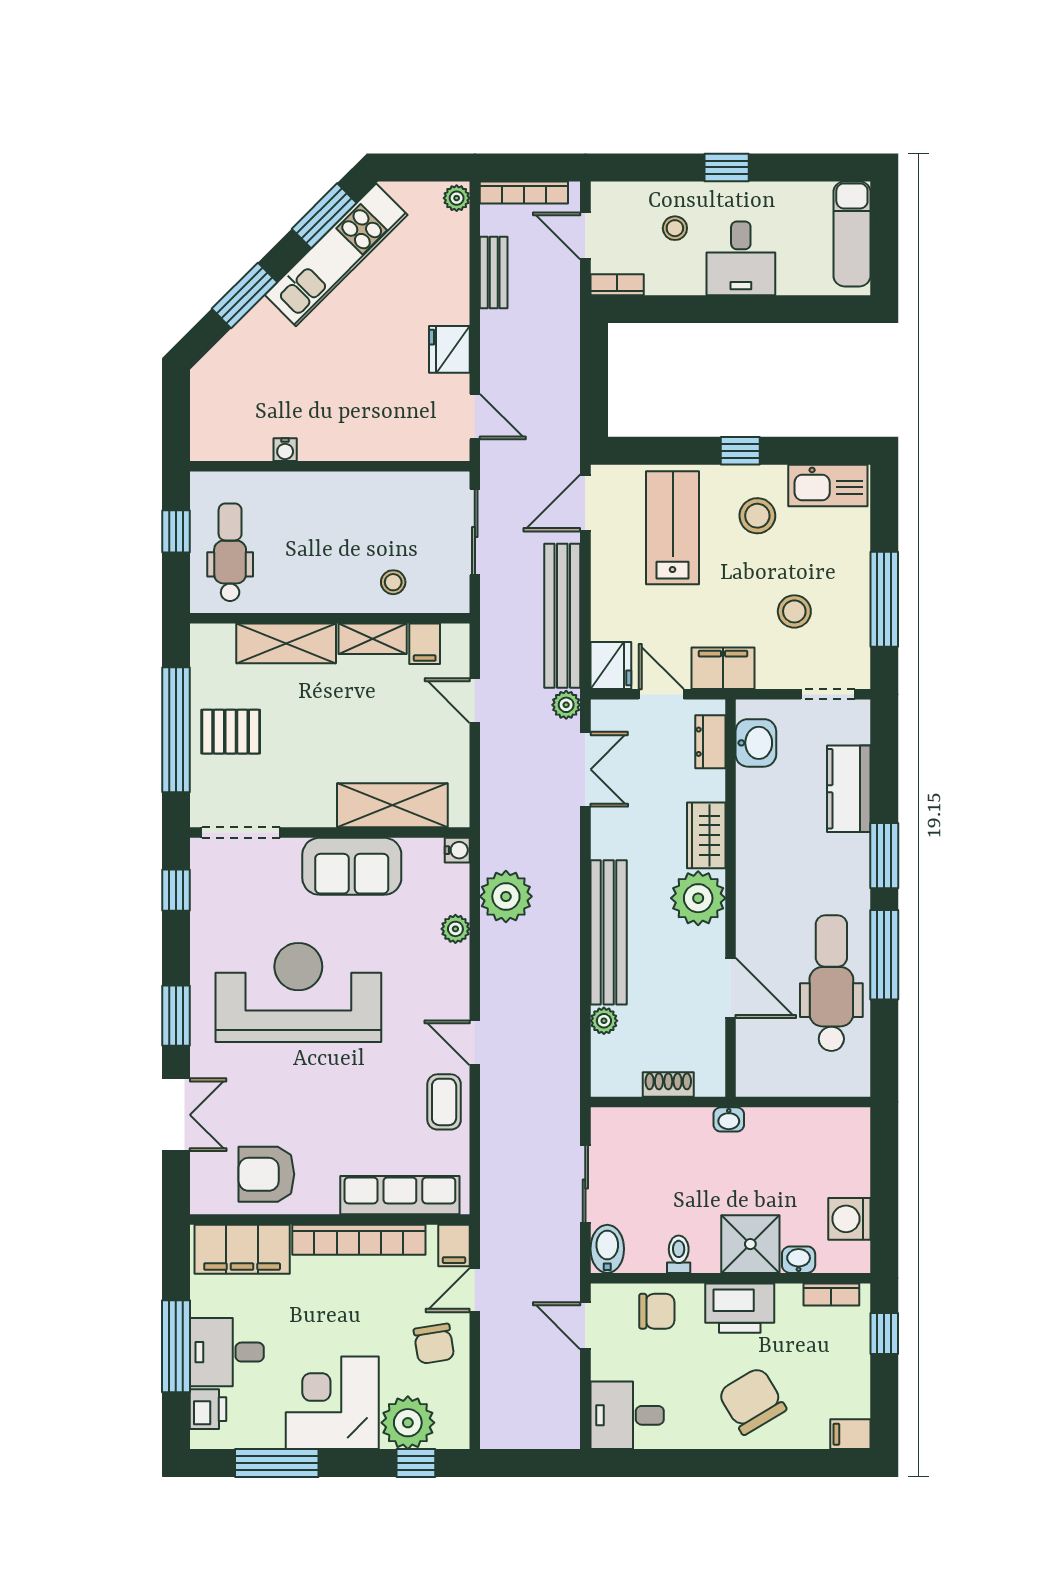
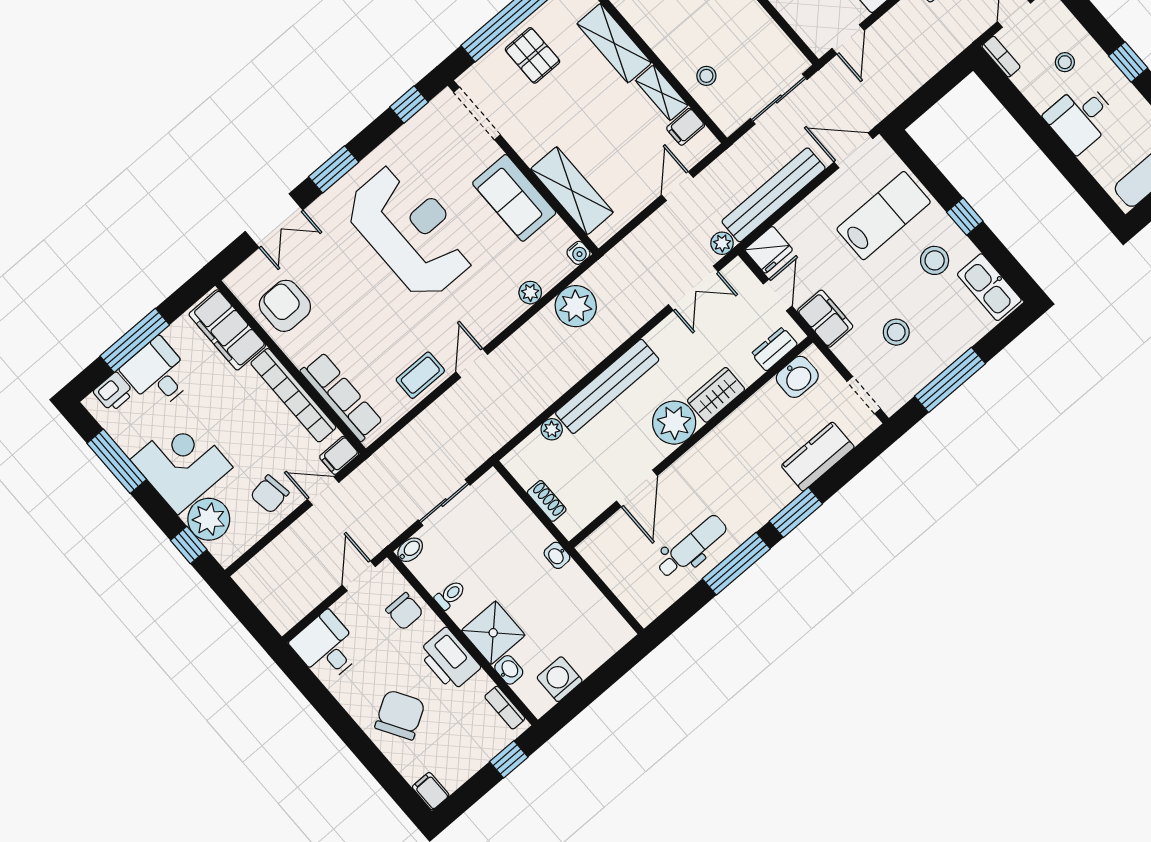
dental chair: (831, 983) -> (692, 547), width x0.73, depth x0.72
bidet: (607, 1249) -> (410, 550), width x0.72, depth x0.74

